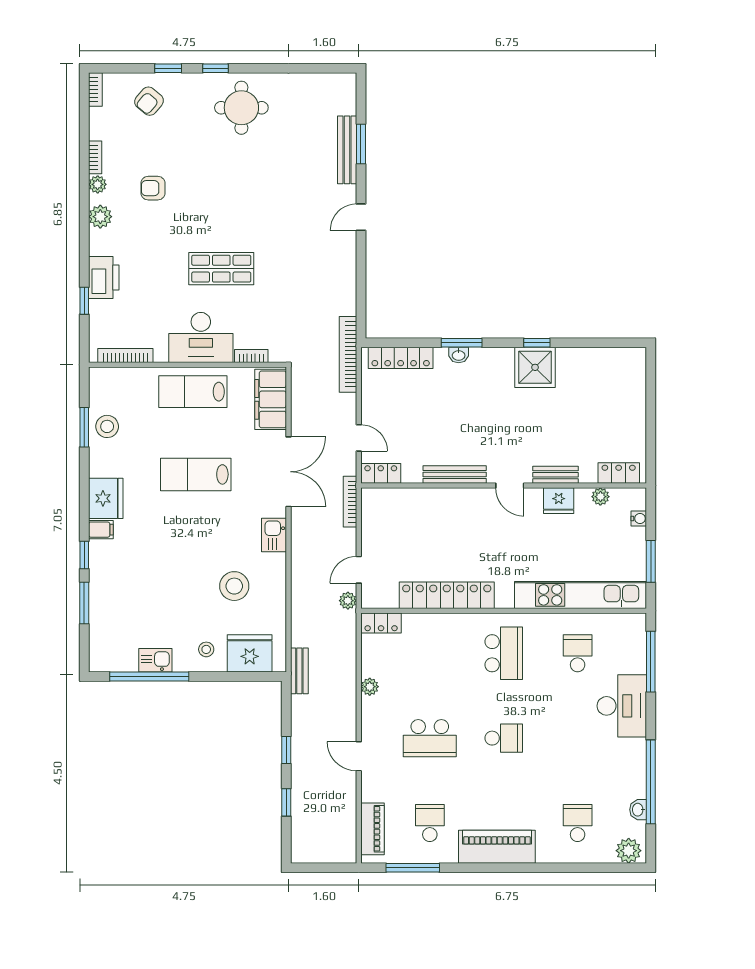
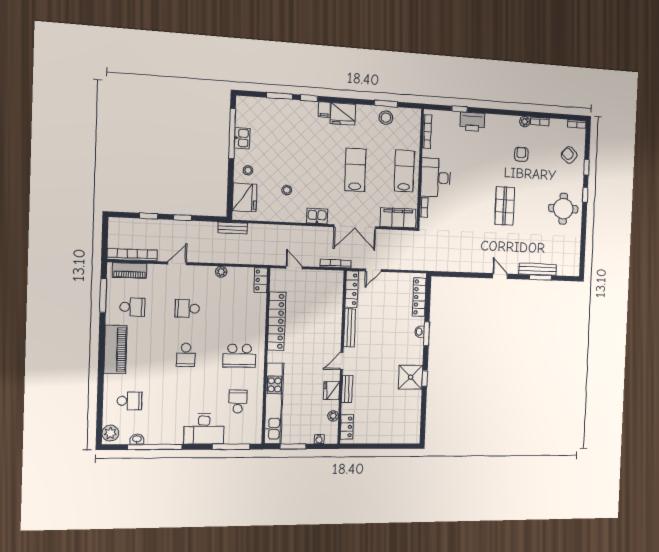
plant: (100, 217) -> (507, 122), removed
shop shelf: (221, 269) -> (505, 206), moved
bookcase: (348, 354) -> (132, 255), moved
locker: (381, 473) -> (352, 289), width x1.53
stool: (234, 586) -> (287, 190), width x0.53, depth x0.53
plant: (348, 601) -> (275, 260), removed
school desk: (578, 653) -> (238, 401), turned -90
school desk: (430, 738) -> (187, 308), width x0.54

